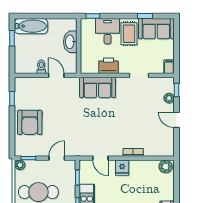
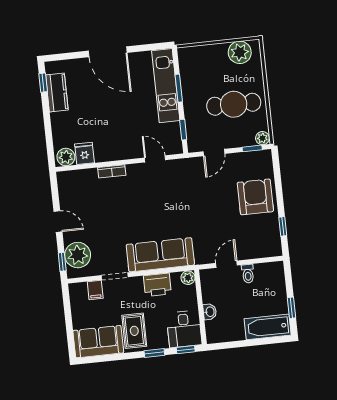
window: (145, 16) -> (154, 353), moved
desk: (108, 31) -> (184, 329), moved
washbasin: (70, 42) -> (210, 312), width x0.52, depth x0.69
filing cabinet: (169, 67) -> (95, 290), moved
plant: (85, 68) -> (188, 278), added
door: (56, 75) -> (226, 264), swing flipped
sofa: (98, 87) -> (160, 255), width x1.36
plant: (169, 98) -> (78, 255), width x1.87, depth x1.87
fridge: (122, 168) -> (84, 153), moved

